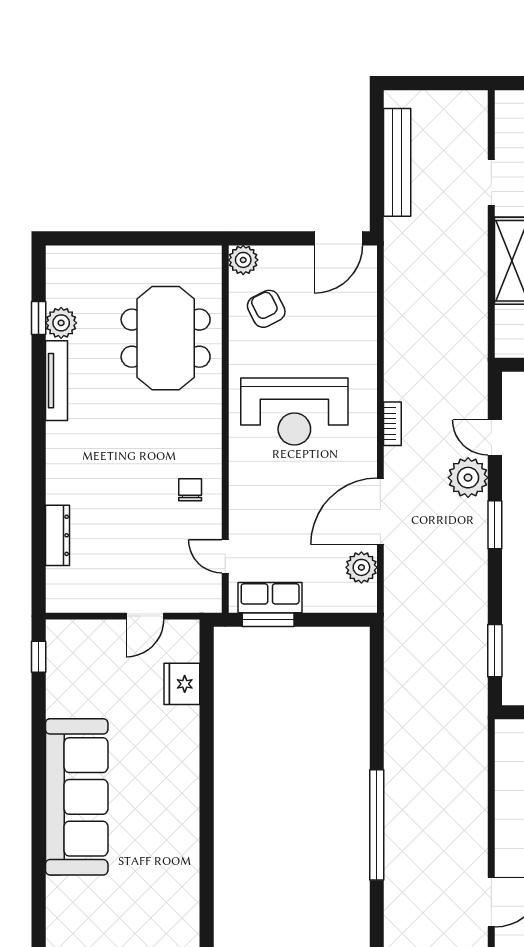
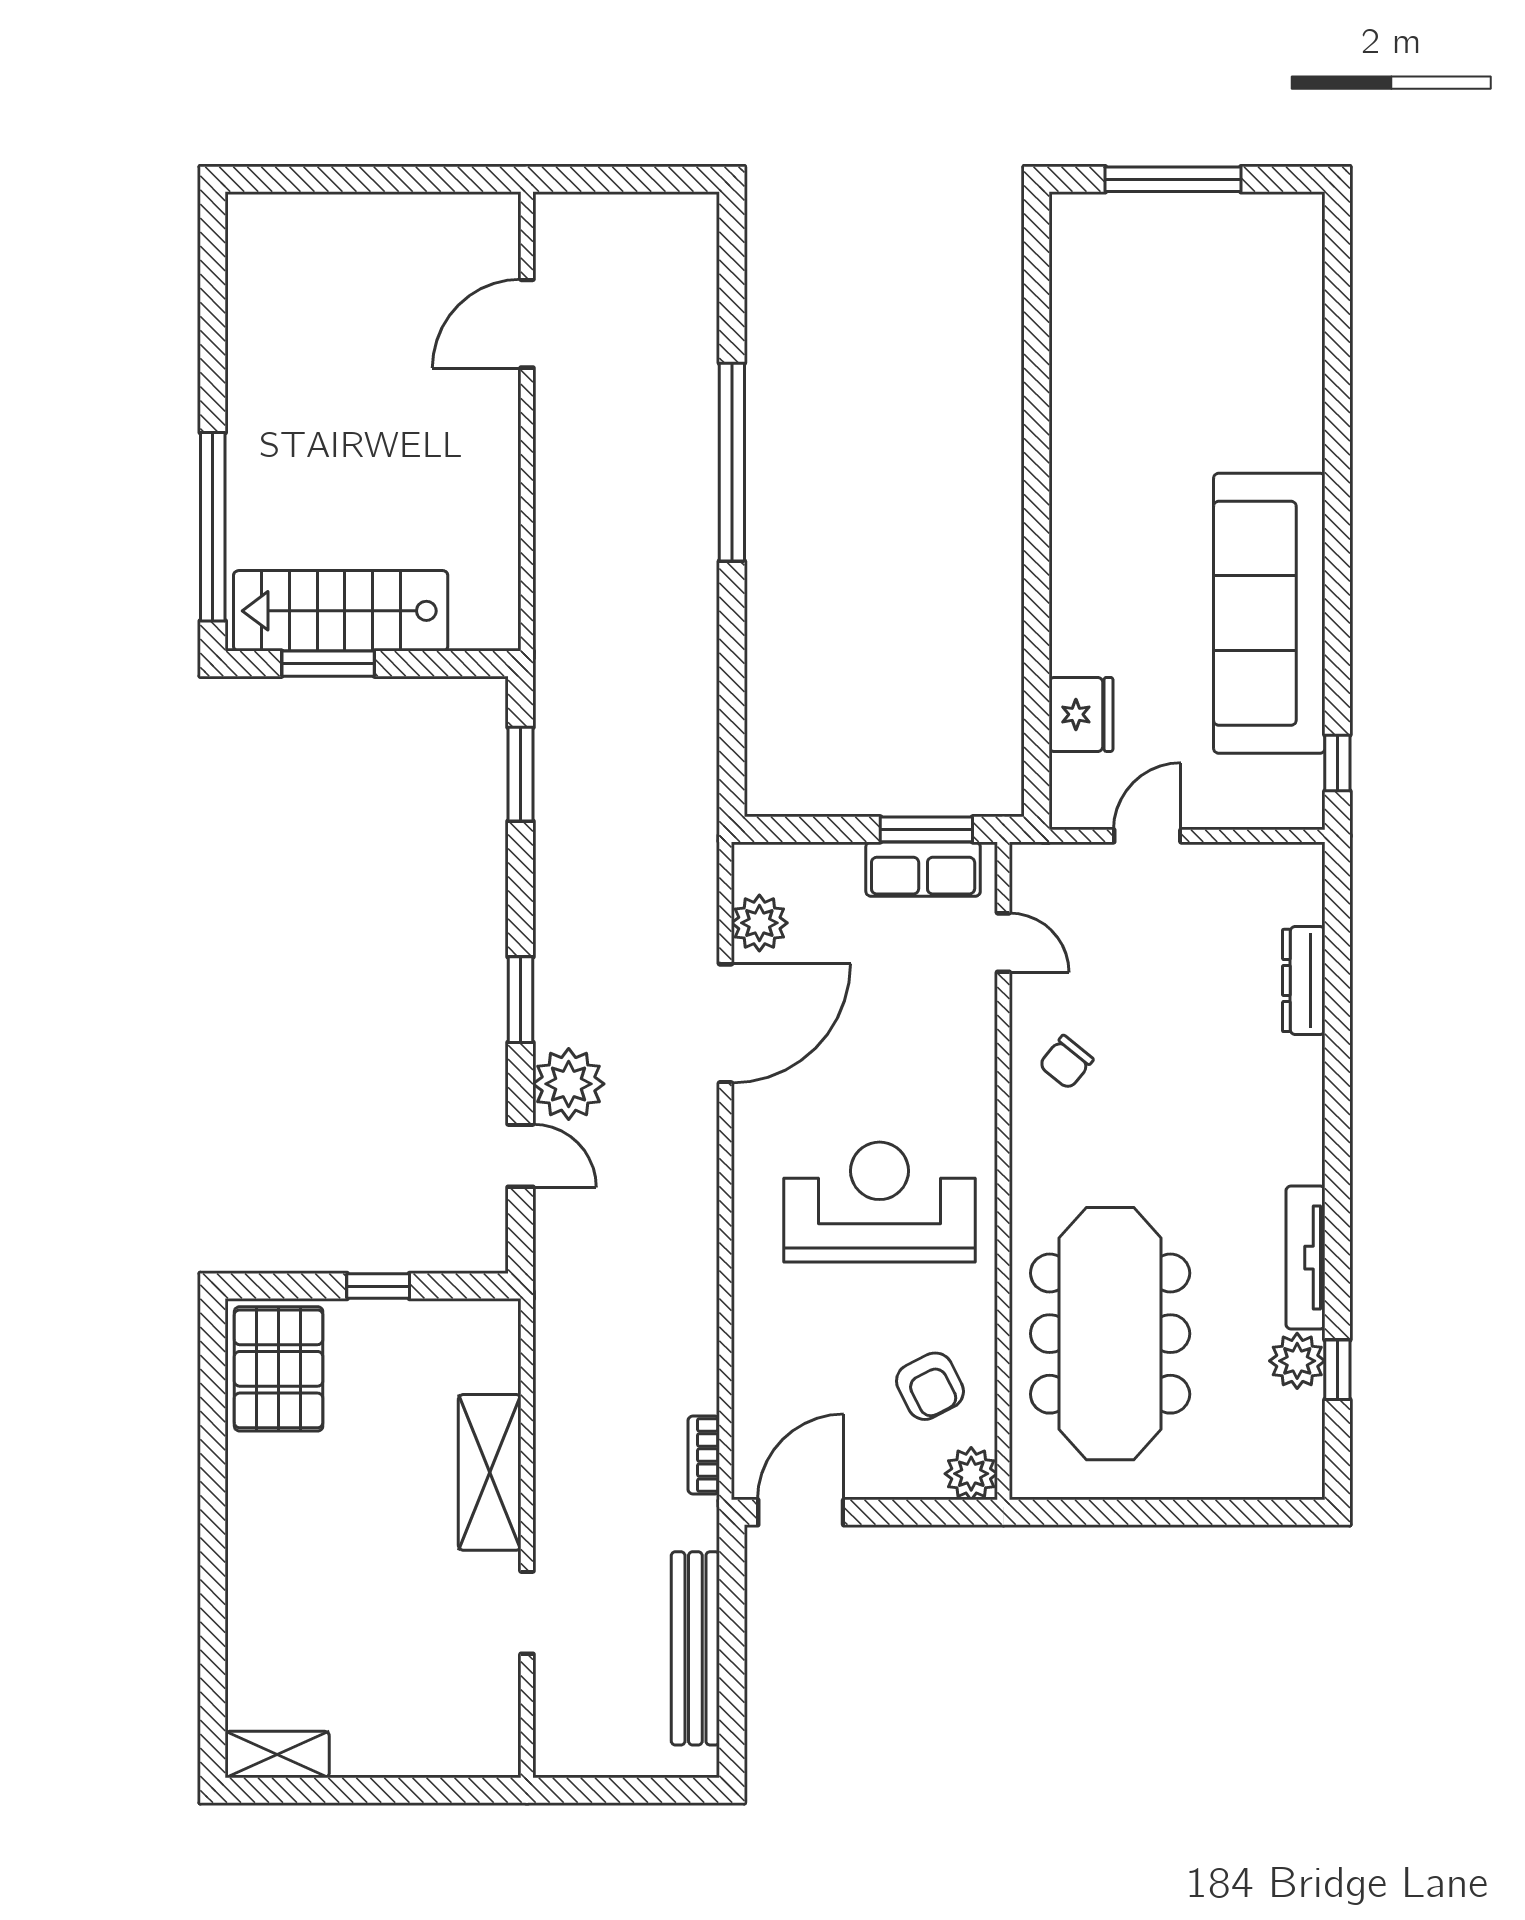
meeting table: (166, 338) -> (1110, 1334), width x1.36
bookcase: (392, 424) -> (704, 1455), moved
chair: (190, 490) -> (1066, 1062), turned 39
sofa: (77, 797) -> (1269, 613), moved

